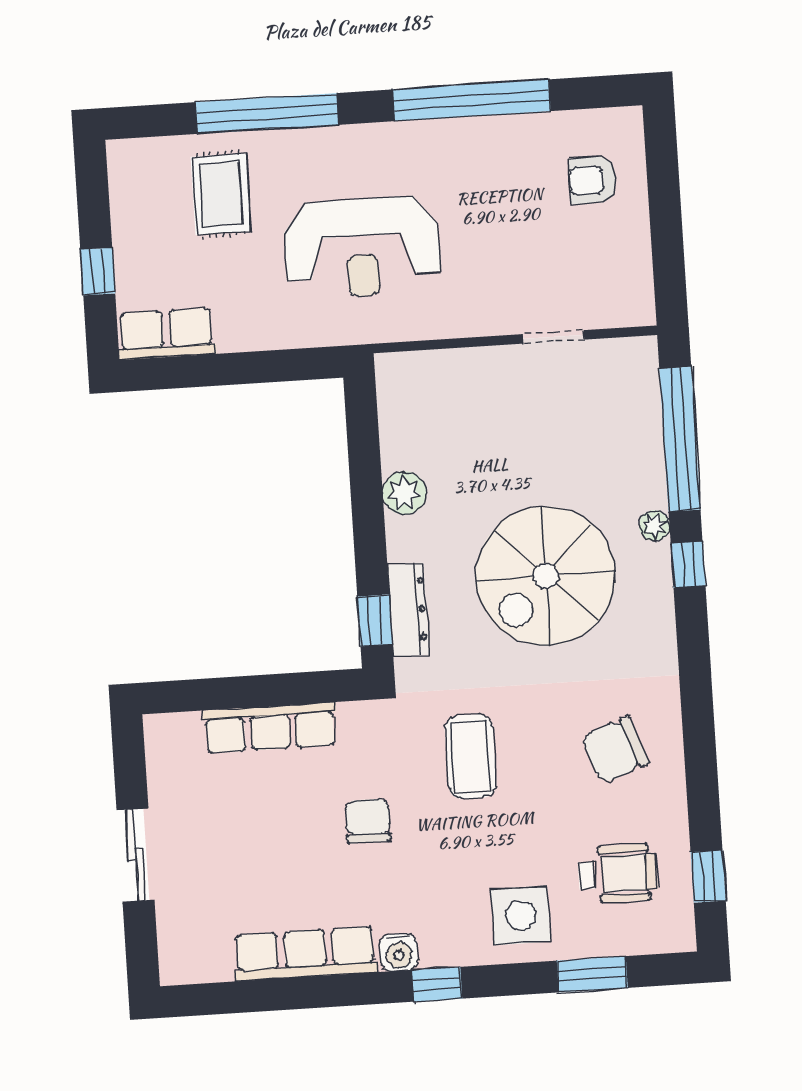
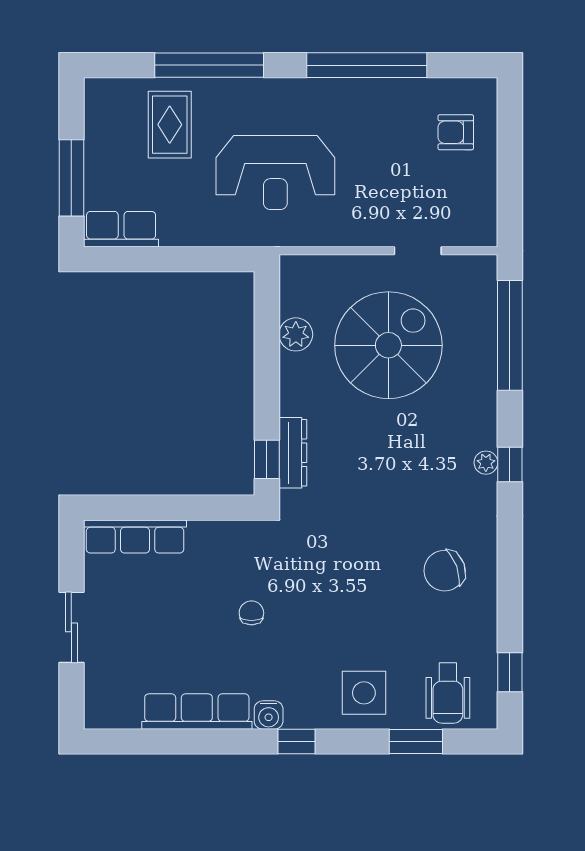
window: (98, 271) -> (71, 178), width x2.17
plant: (404, 493) -> (296, 334), moved
plant: (654, 525) -> (486, 463), moved
window: (688, 565) -> (510, 464), moved
spiral stairs: (546, 576) -> (388, 345), moved, turned 180
row of seats: (270, 728) -> (135, 537), moved
coffee table: (471, 757) -> (334, 569), removed
chair: (368, 821) -> (251, 613), width x0.73, depth x0.73
wheelchair: (618, 874) -> (448, 693), moved, turned 90

